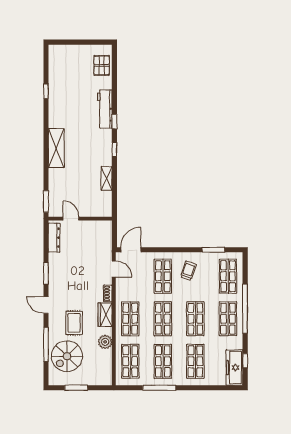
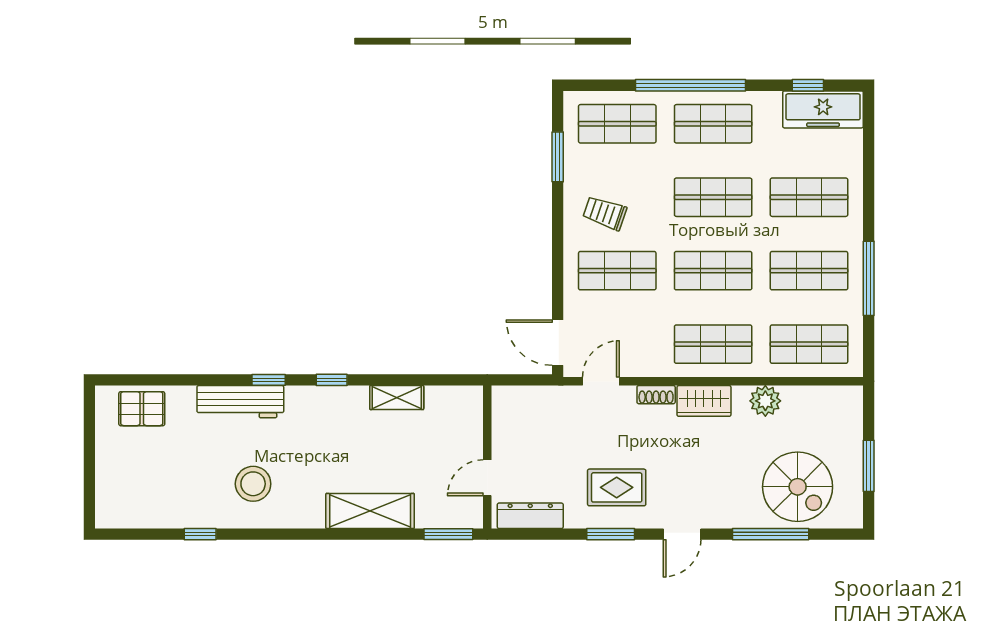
stool: (68, 115) -> (253, 484), added
shelving: (56, 148) -> (370, 511), moved
rug: (74, 323) -> (617, 487), moved

